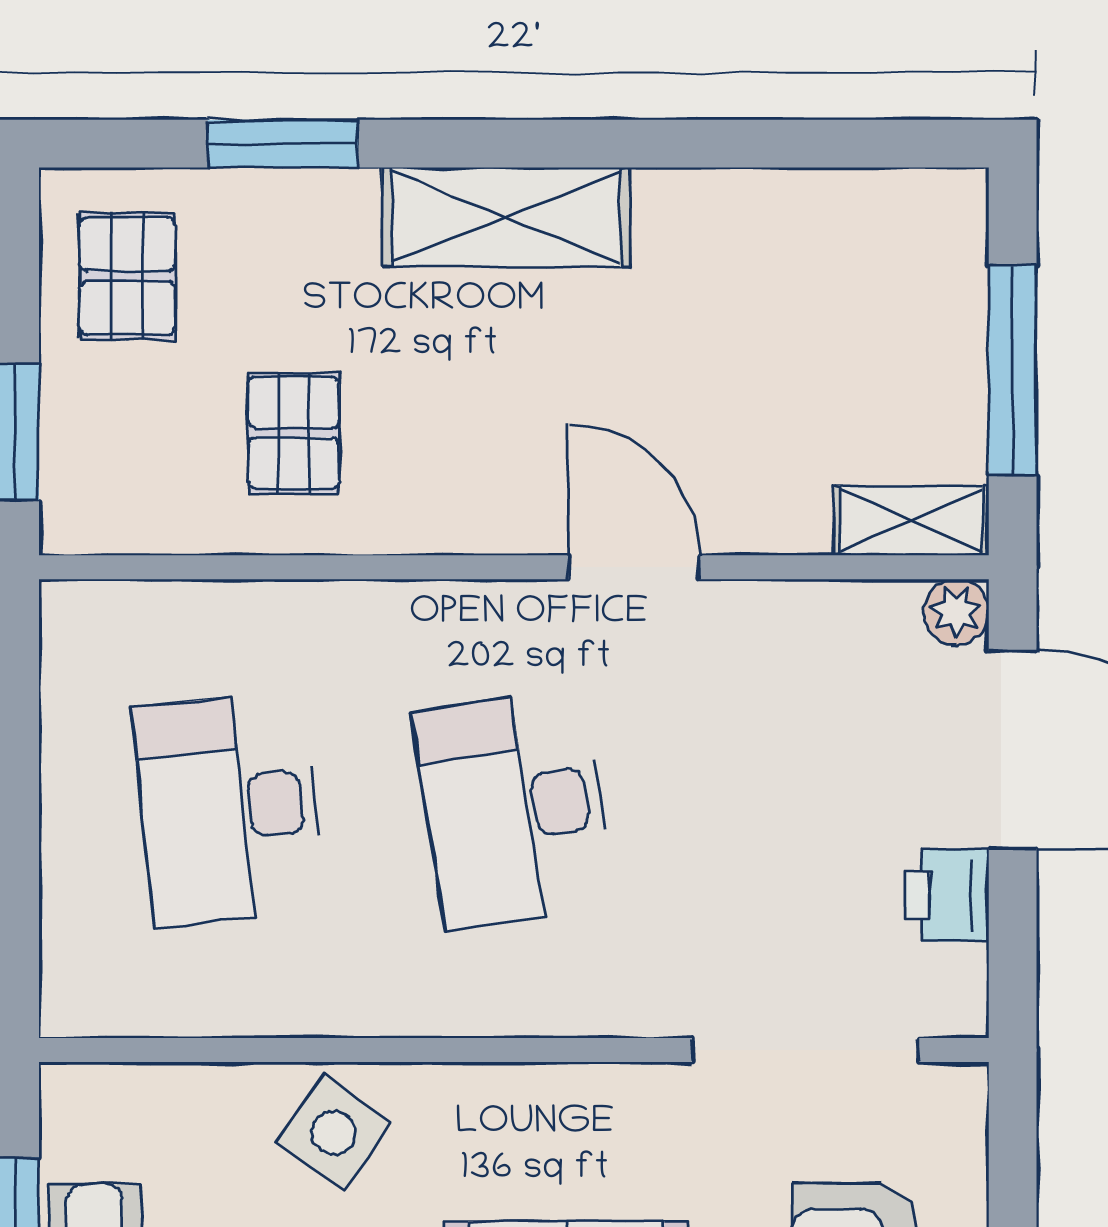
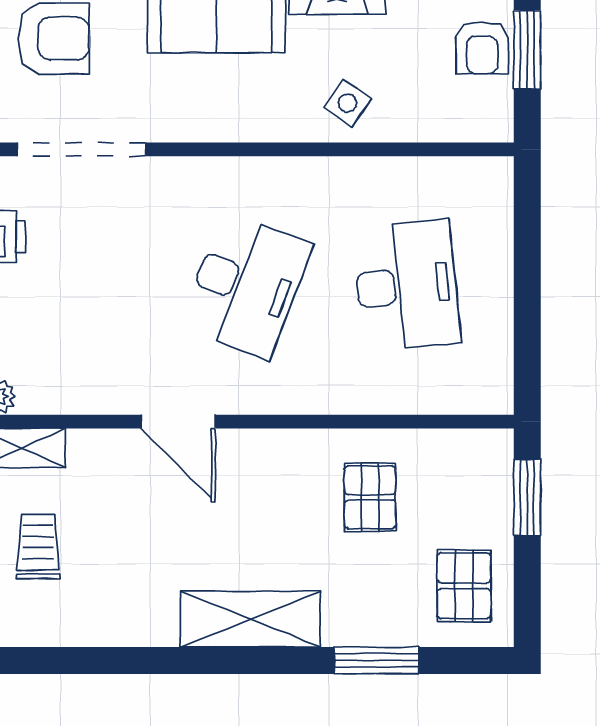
trolley: (883, 346) -> (38, 547), added
desk: (514, 809) -> (246, 286), turned 30
side table: (334, 1132) -> (348, 103), width x0.73, depth x0.73

